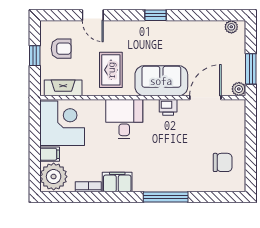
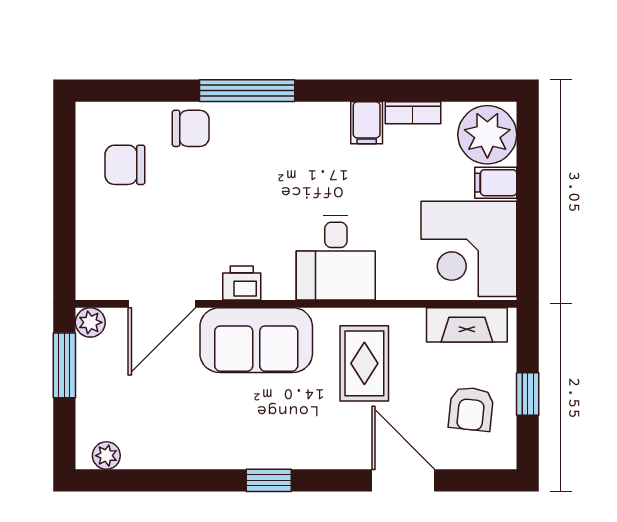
door: (93, 15) -> (403, 480), width x1.38
armchair: (61, 49) -> (471, 409), turned -84
chair: (192, 179) -> (191, 128), added
filing cabinet: (117, 182) -> (367, 123), width x0.50

